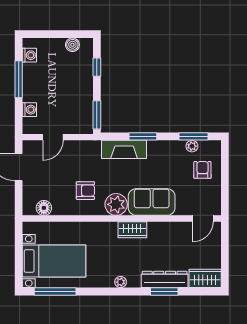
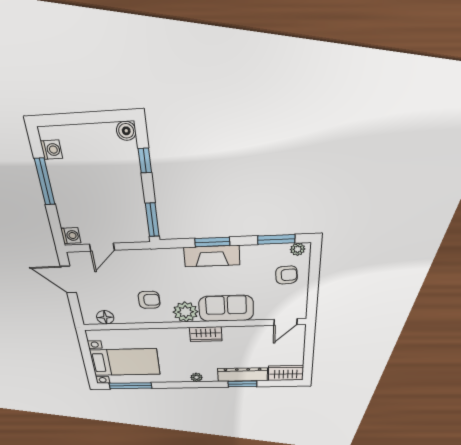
boiler: (72, 45) -> (126, 131), moved
washing machine: (29, 110) -> (71, 236), moved
plant: (192, 146) -> (298, 249), moved
fireplace: (124, 149) -> (212, 256), moved
armchair: (202, 170) -> (286, 275), turned 86

